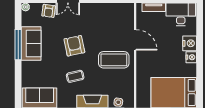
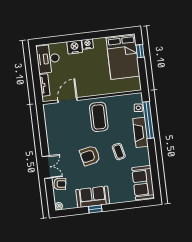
door: (135, 40) -> (67, 100), moved
window: (18, 45) -> (95, 209), width x0.46

